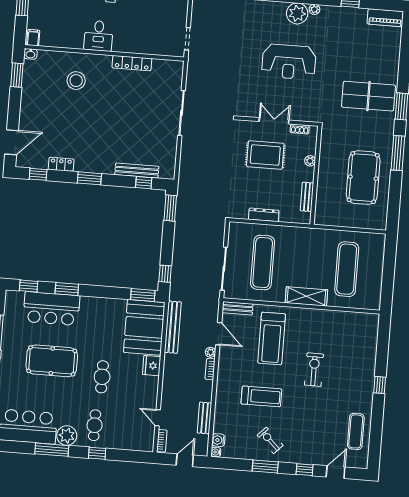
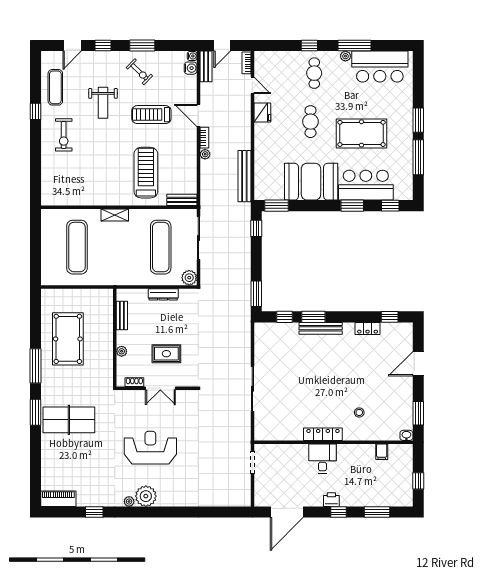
desk: (98, 36) -> (322, 459), moved
filing cabinet: (33, 38) -> (382, 452), moved
locker: (132, 63) -> (323, 434), moved
stool: (76, 81) -> (359, 412), width x0.53, depth x0.53
door: (12, 142) -> (418, 364), moved
rug: (265, 155) -> (166, 354), width x0.73, depth x0.70
bench: (137, 171) -> (321, 328), moved
window: (89, 178) -> (313, 317), moved
plant: (236, 230) -> (189, 278), added
shelving: (306, 296) -> (115, 215), width x0.67, depth x0.75
booth: (144, 327) -> (311, 182), moved, turned 90
door: (219, 334) -> (198, 116), moved
fridge: (152, 366) -> (262, 113), moved
exercise bike: (314, 370) -> (64, 135), moved
window: (380, 385) -> (35, 111), moved
weight bench: (309, 412) -> (103, 103), added
bench: (204, 418) -> (206, 66), moved
plant: (67, 436) -> (345, 56), width x0.53, depth x0.53

